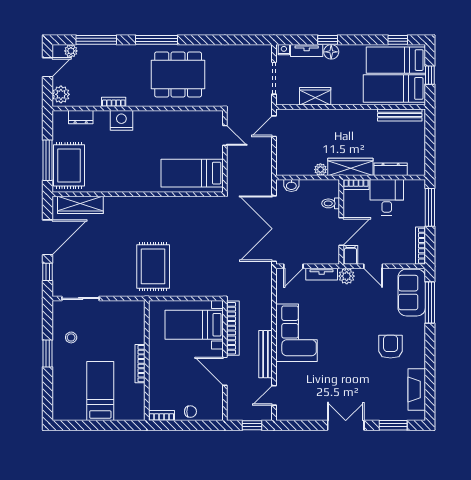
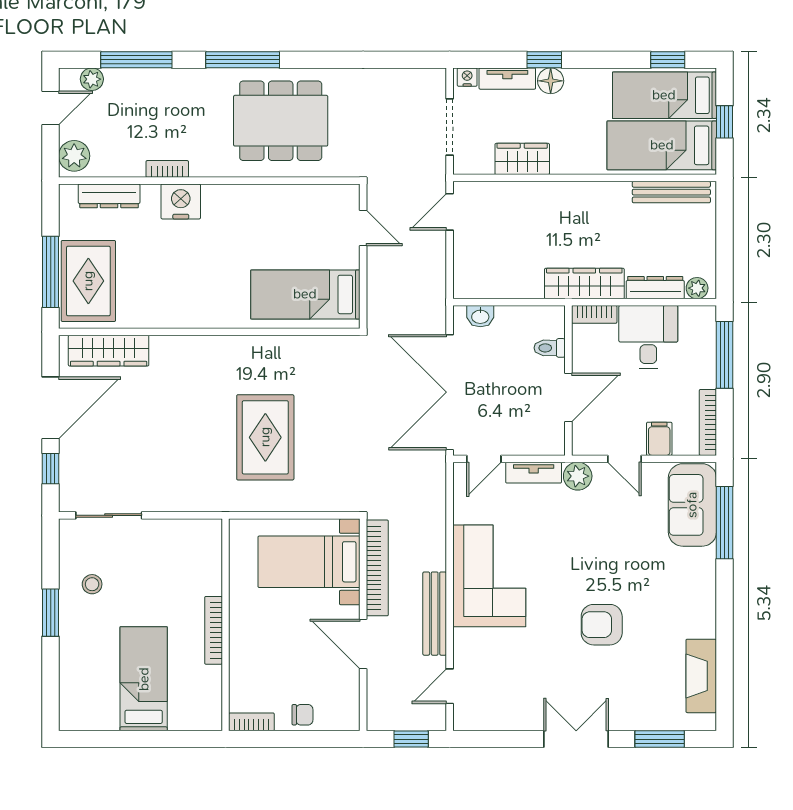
dresser: (81, 117) -> (109, 196), width x1.44
plant: (320, 170) -> (697, 288), moved
filing cabinet: (350, 255) -> (659, 439), moved
rug: (153, 266) -> (265, 437), moved
armchair: (391, 347) -> (602, 625), moved, turned -90

